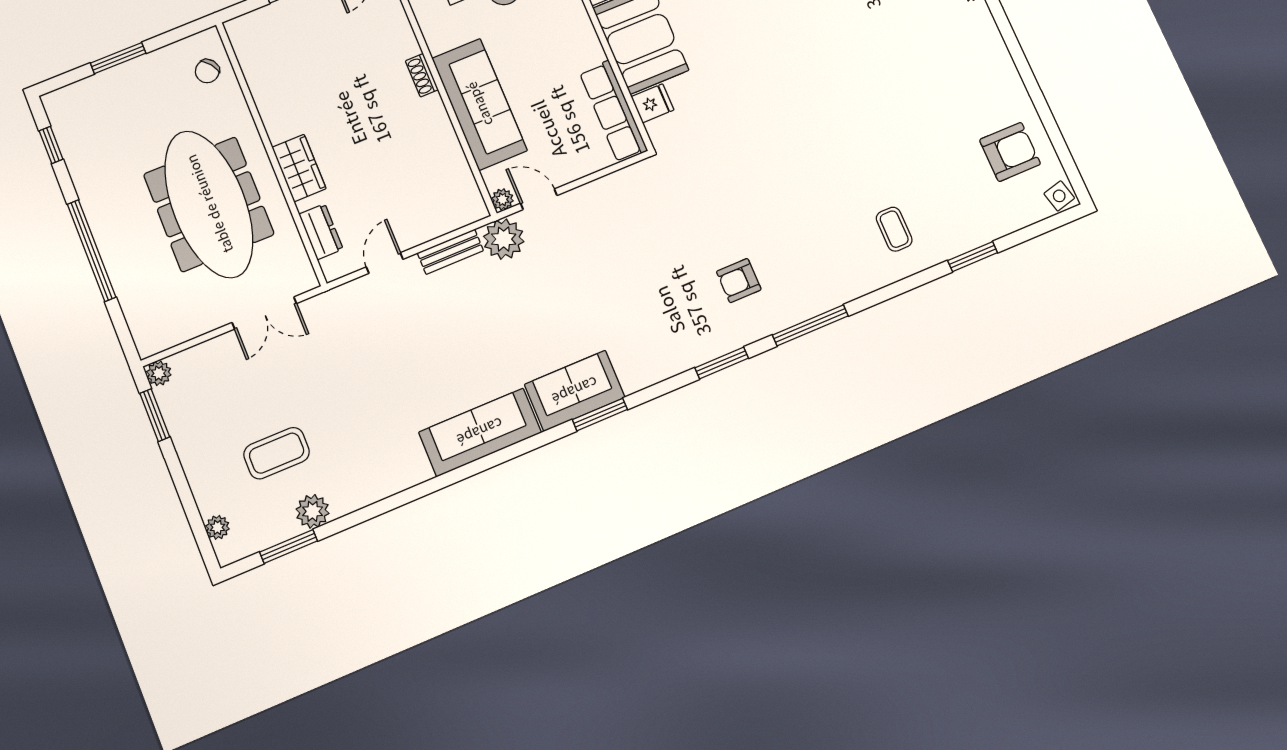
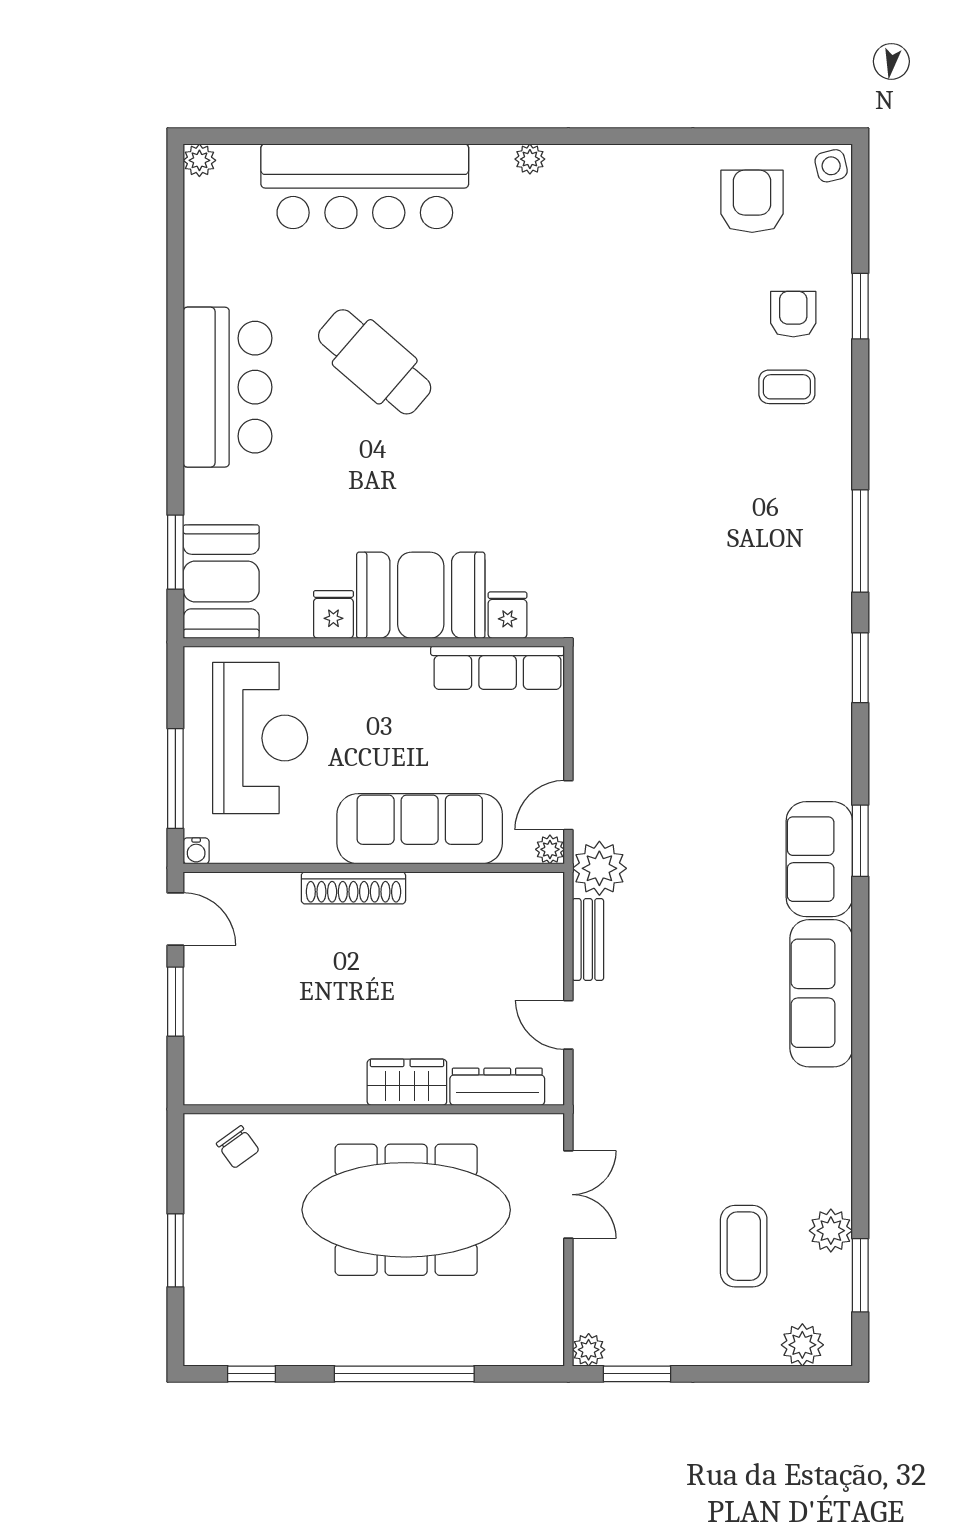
shoe rack: (422, 75) -> (353, 888), width x1.94, depth x1.24
dresser: (321, 232) -> (497, 1087), width x1.44
armchair: (739, 281) -> (793, 314), moved, turned 180
plant: (217, 527) -> (802, 1345), width x1.38, depth x1.38

